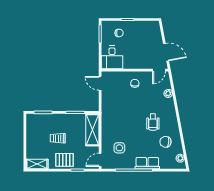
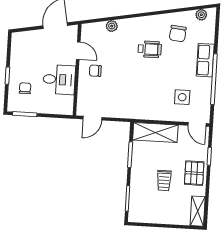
desk: (112, 57) -> (59, 80), moved
door: (159, 70) -> (78, 51), moved

